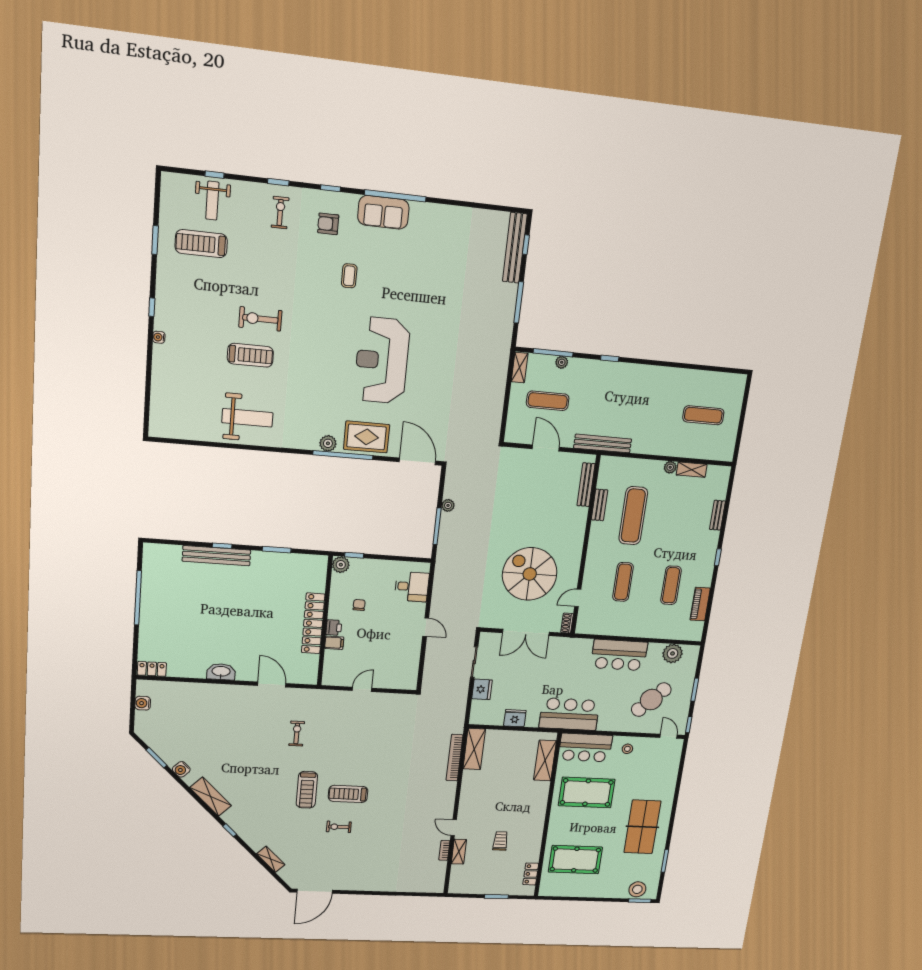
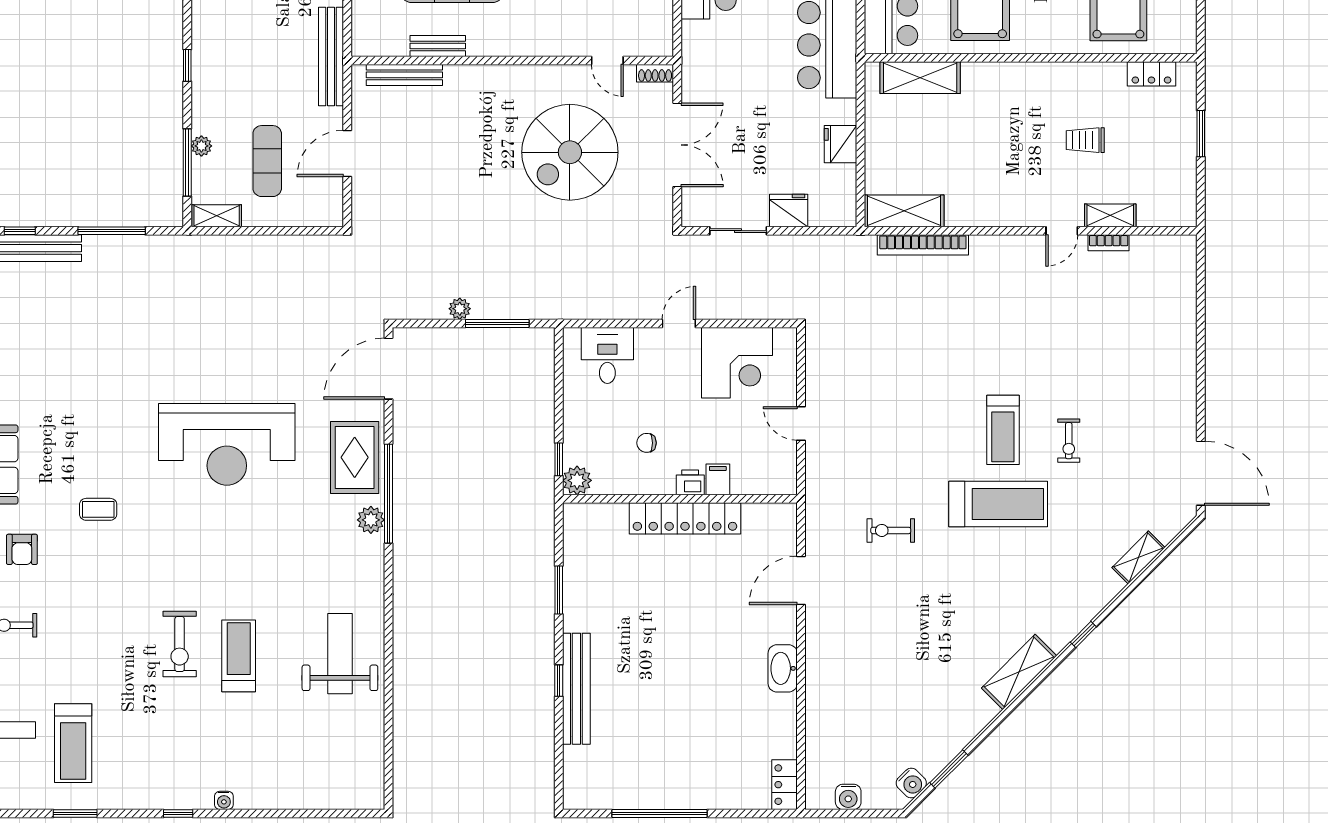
corner desk: (400, 657) -> (737, 363), added
water cooler: (181, 769) -> (911, 783), moved
treadmill: (307, 790) -> (998, 504), width x1.37, depth x1.38

